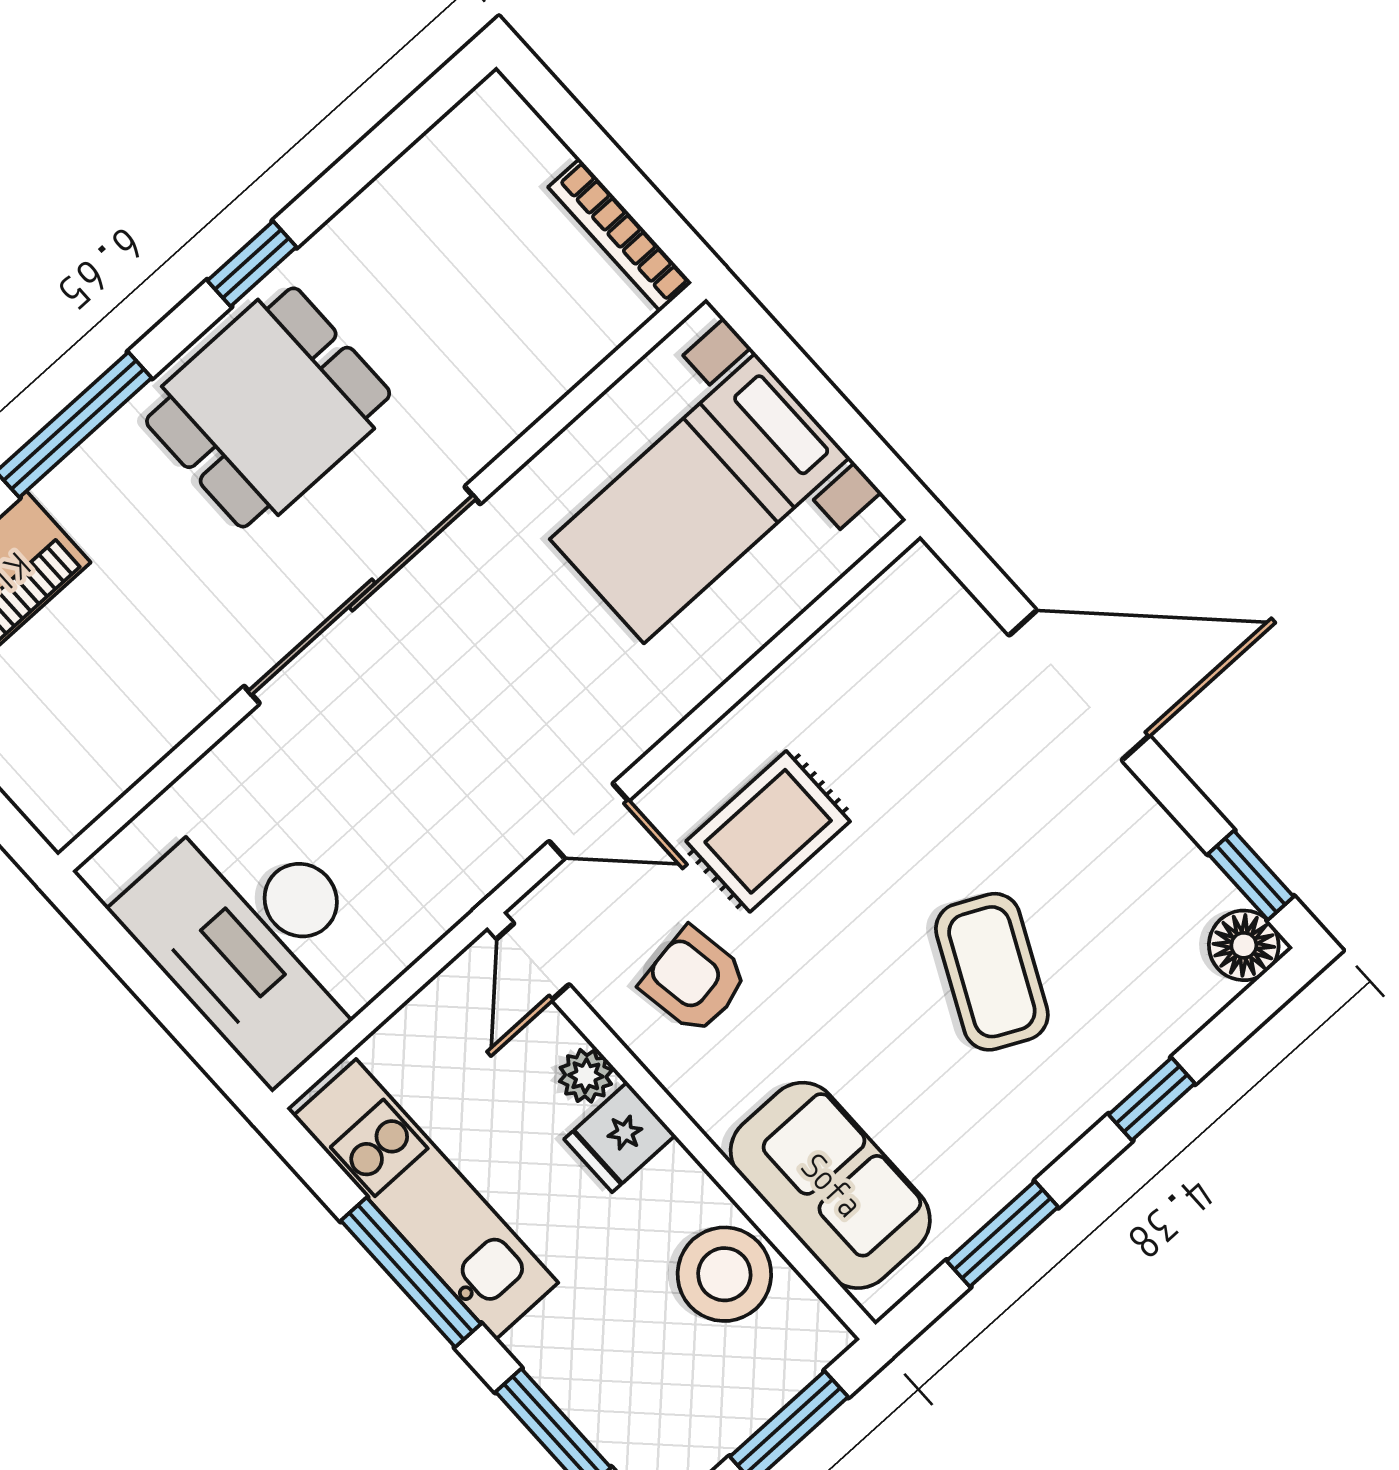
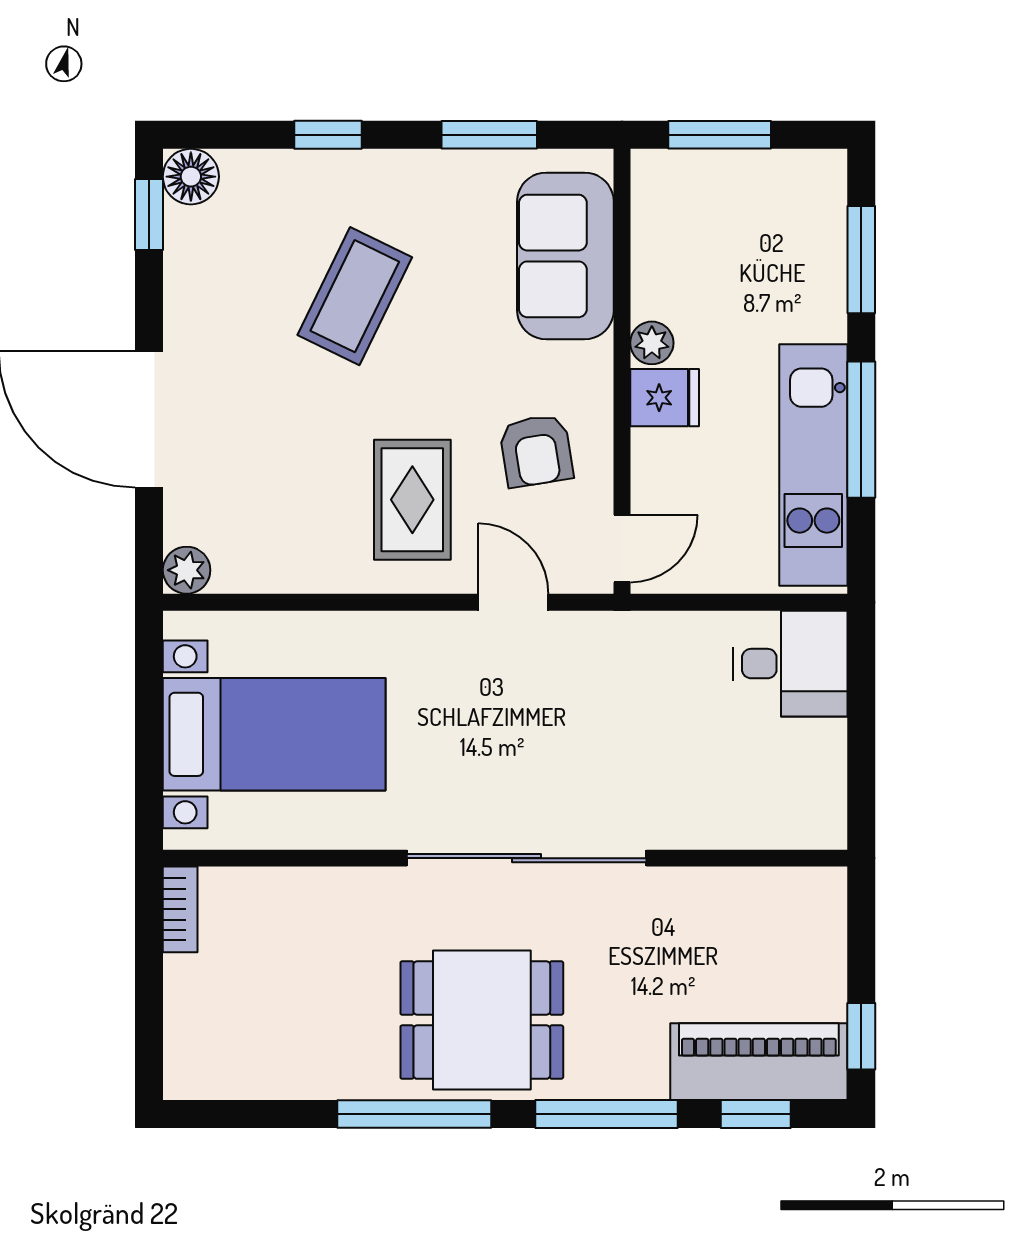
bookcase: (620, 235) -> (180, 909), width x0.64
window: (252, 264) -> (414, 1114), width x2.17
plant: (918, 577) -> (187, 570), added
rug: (768, 831) -> (412, 500), turned 90
desk: (258, 939) -> (790, 664), width x0.53, depth x0.77
plant: (586, 1076) -> (652, 343), moved
stool: (724, 1274) -> (676, 260), removed

